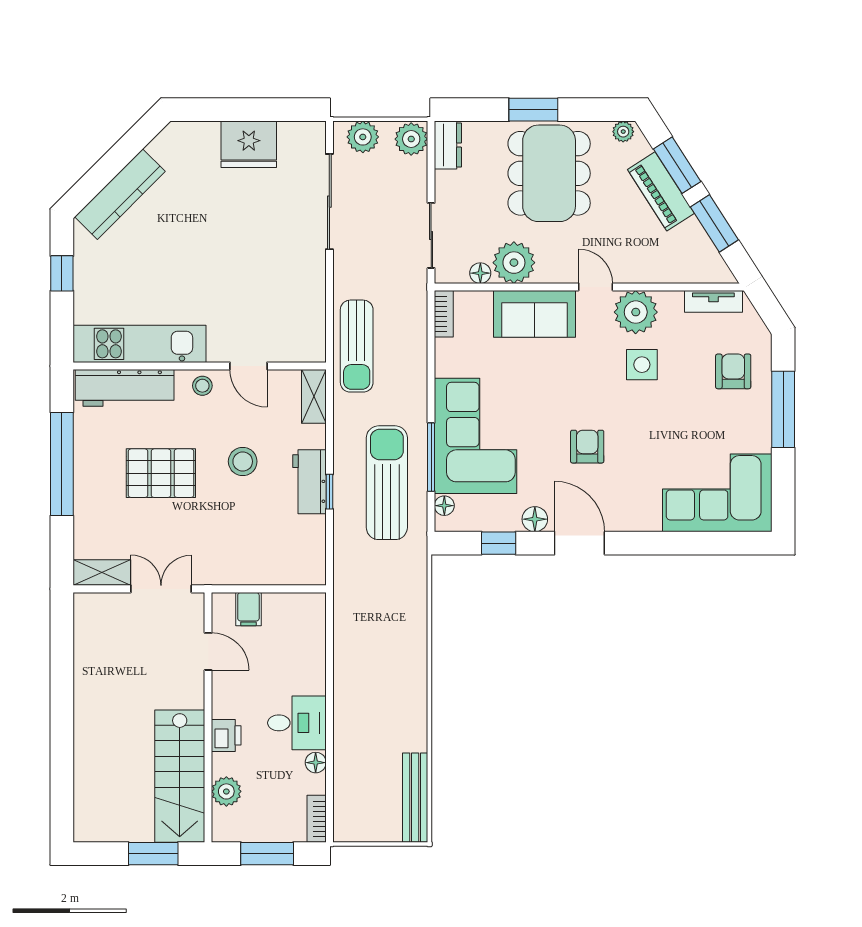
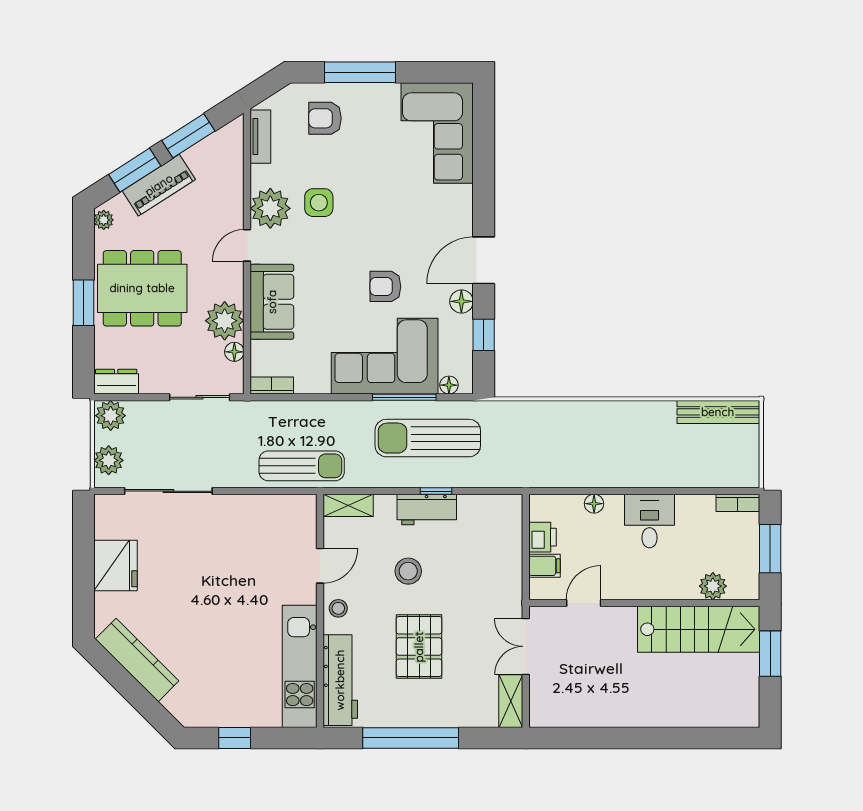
kitchen counter: (120, 194) -> (137, 660), moved
armchair: (587, 447) -> (385, 286), moved
printer: (226, 735) -> (543, 537), moved, turned 90
floor lamp: (316, 763) -> (594, 504), moved

